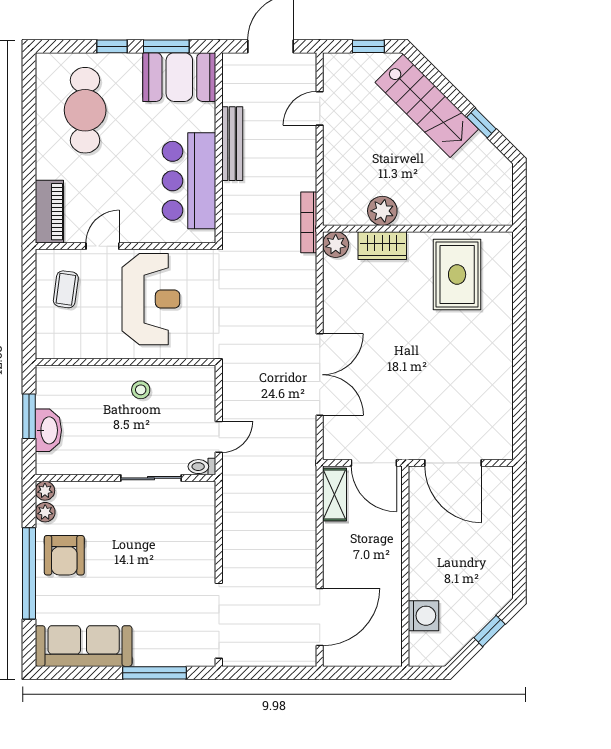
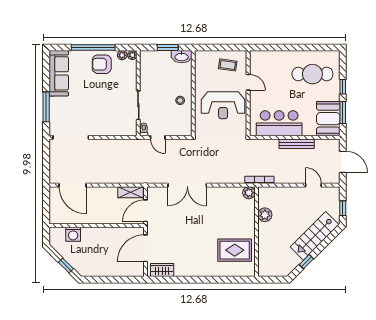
piano: (49, 212) -> (264, 57), removed
wardrobe: (382, 246) -> (162, 270), moved, turned 90
washbasin: (48, 430) -> (182, 57), moved

